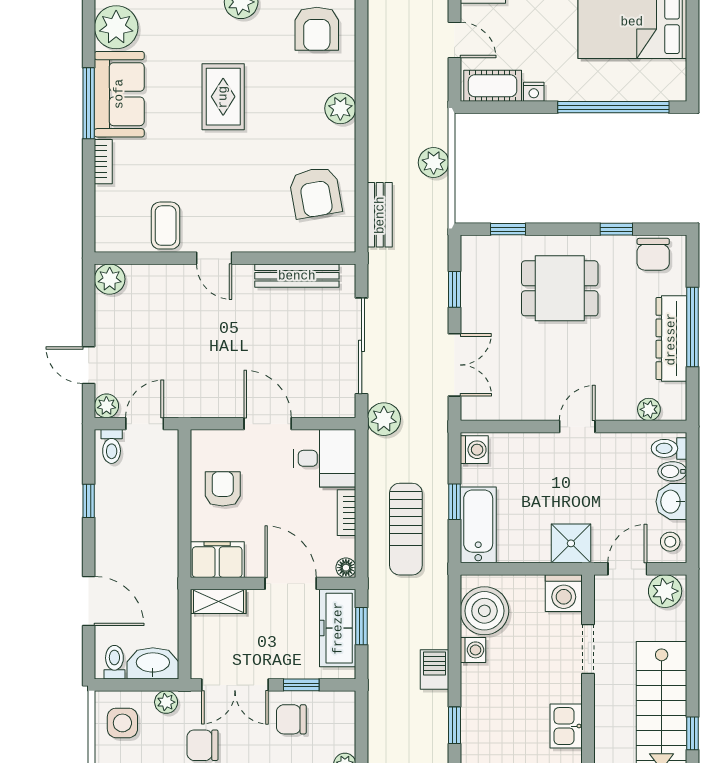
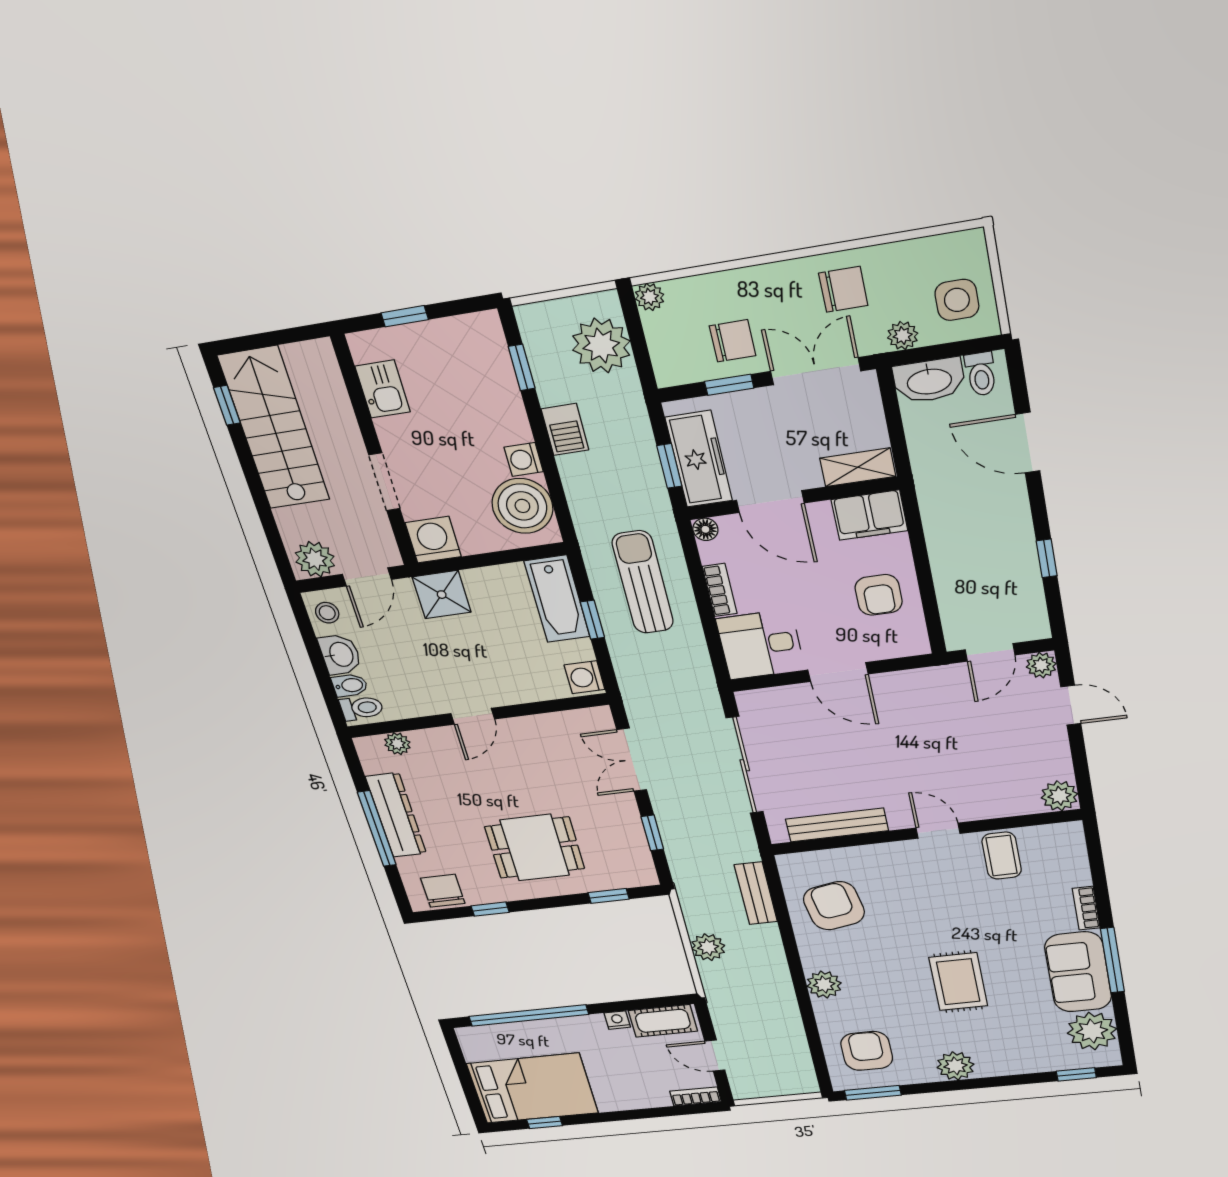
plant: (384, 419) -> (601, 346), moved, width x1.36, depth x1.36
toilet: (112, 446) -> (1027, 622), removed

